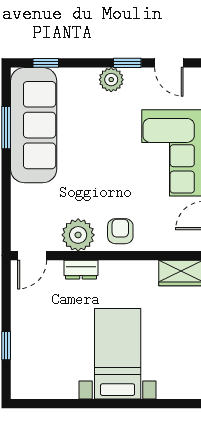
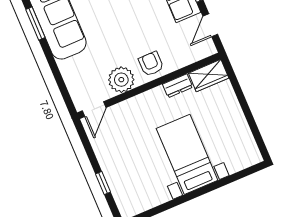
dresser: (81, 270) -> (178, 86), moved

